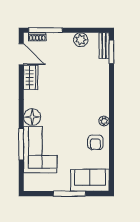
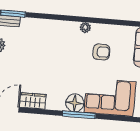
armchair: (95, 142) -> (101, 52), moved
window: (21, 144) -> (79, 115), moved

